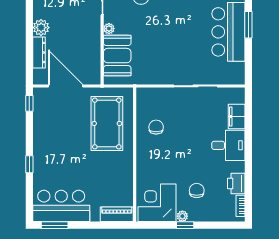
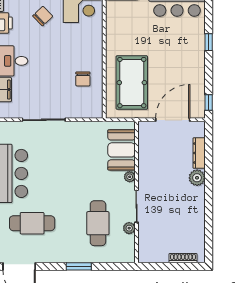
door: (66, 86) -> (173, 120), swing flipped
chair: (197, 191) -> (43, 16), turned -134

